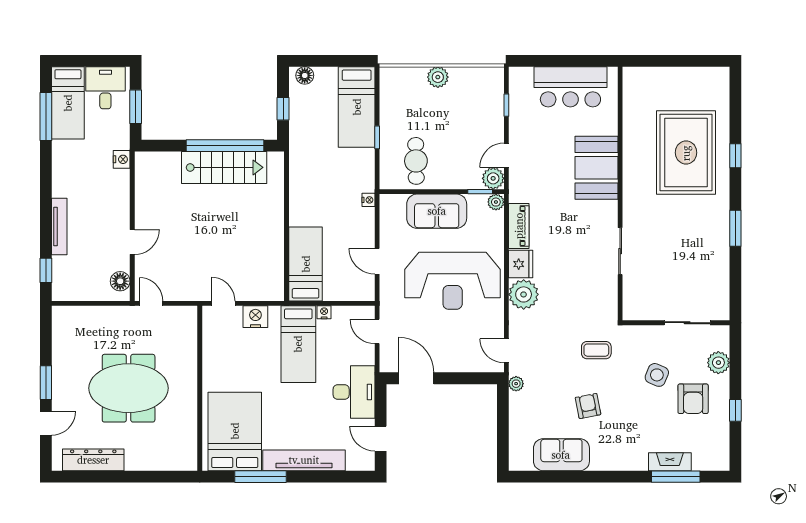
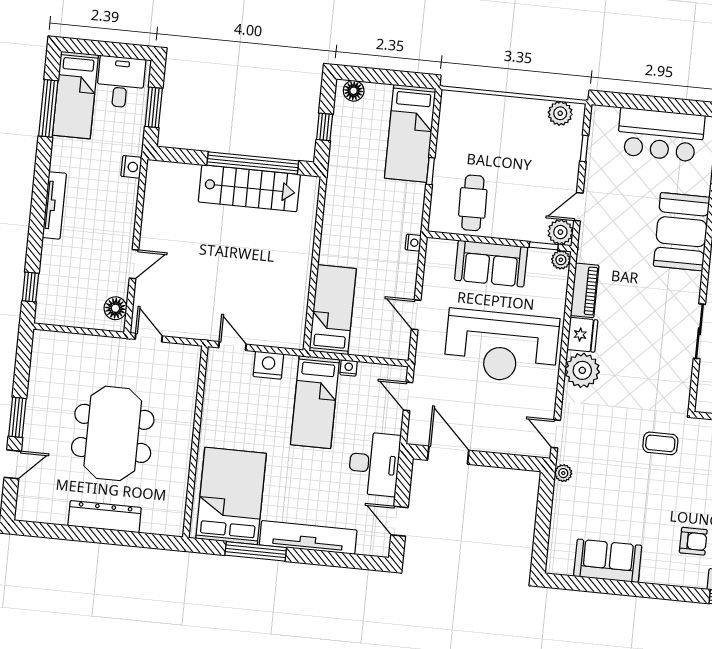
plant: (438, 77) -> (560, 113), moved
tv unit: (59, 226) -> (54, 205), moved
meeting table: (129, 388) -> (113, 433), turned 90
armchair: (588, 406) -> (693, 541), moved, turned 101
dresser: (93, 460) -> (105, 517), moved

